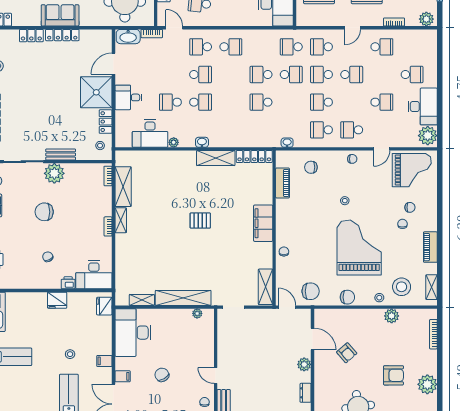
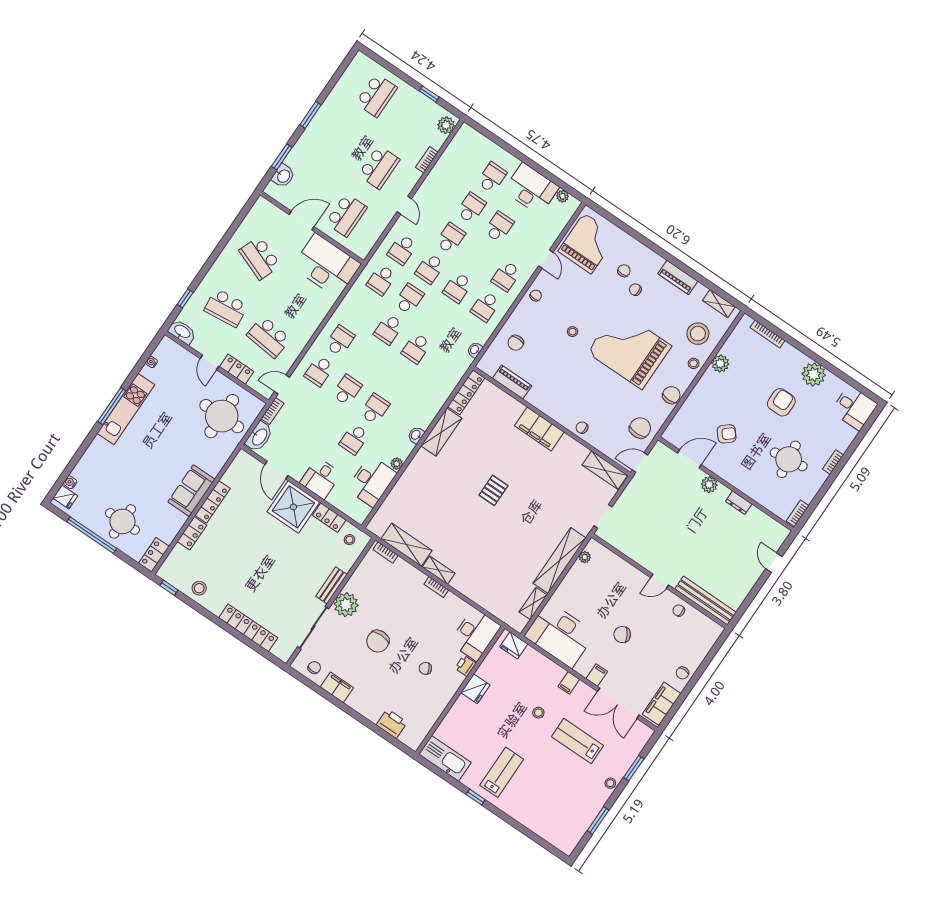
school desk: (382, 47) -> (471, 208), moved
plant: (428, 136) -> (563, 196), width x0.53, depth x0.53

